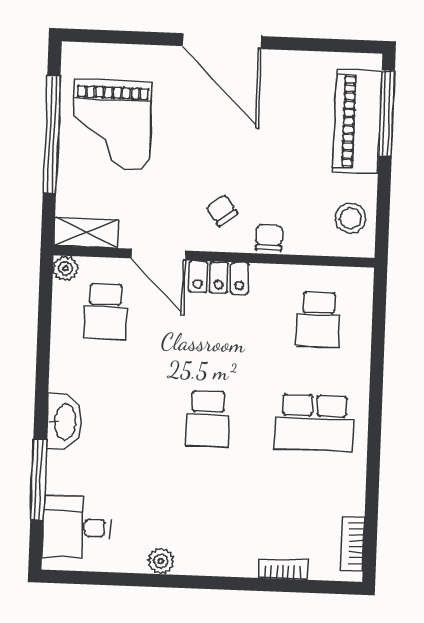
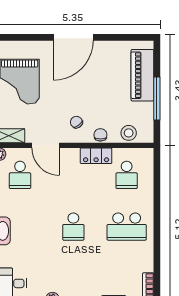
door: (222, 41) -> (73, 37), hinge flipped
window: (387, 113) -> (157, 99), moved
stool: (351, 218) -> (129, 133), moved
locker: (219, 277) -> (96, 156), moved

